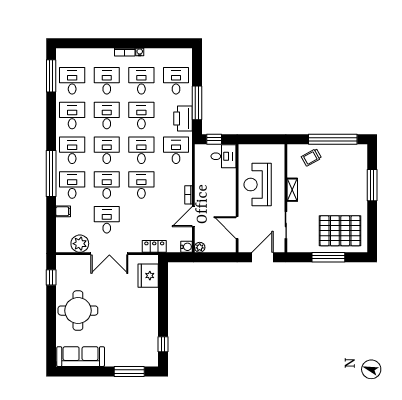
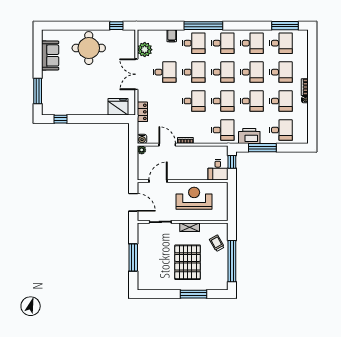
pallet: (340, 231) -> (188, 262), moved
sofa: (81, 357) -> (50, 55), width x0.73

